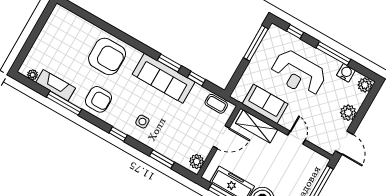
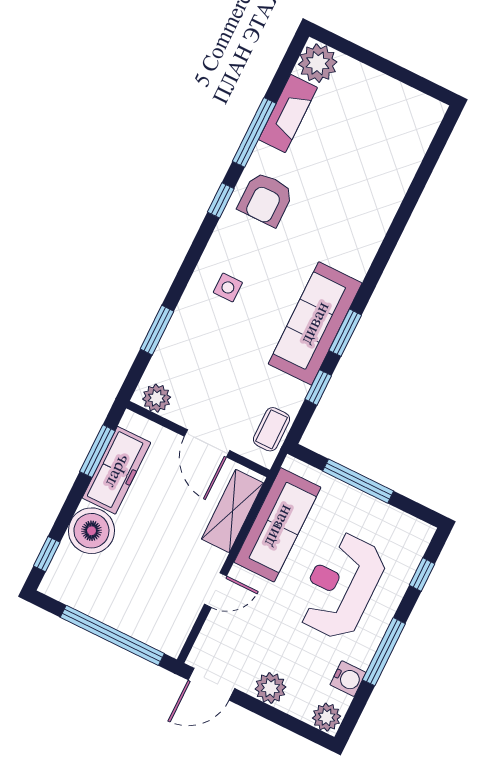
window: (256, 43) -> (358, 481), moved
armchair: (107, 56) -> (351, 210), removed
plant: (33, 75) -> (318, 63), width x1.88, depth x1.88
sofa: (265, 104) -> (277, 525), width x1.36
window: (118, 134) -> (221, 200), moved

